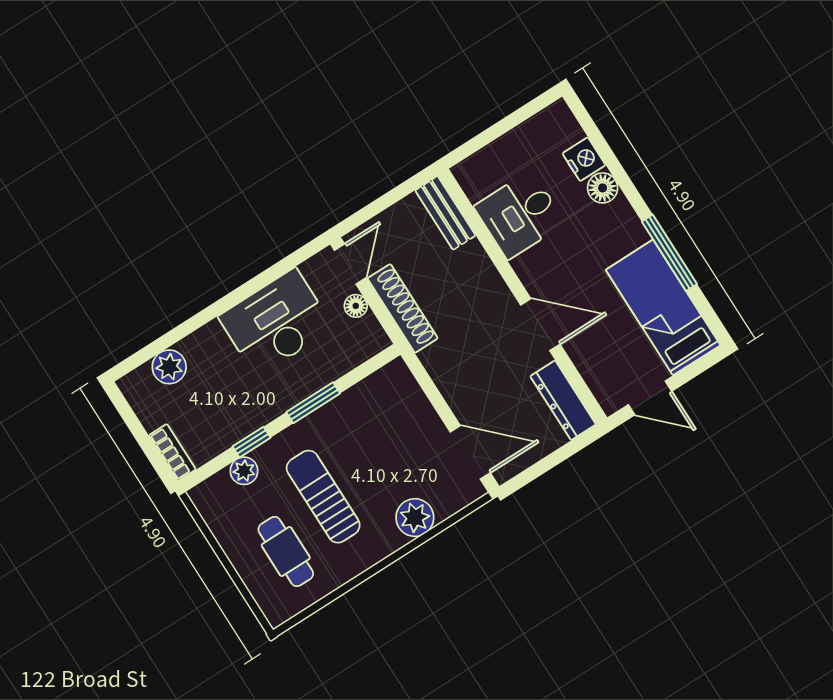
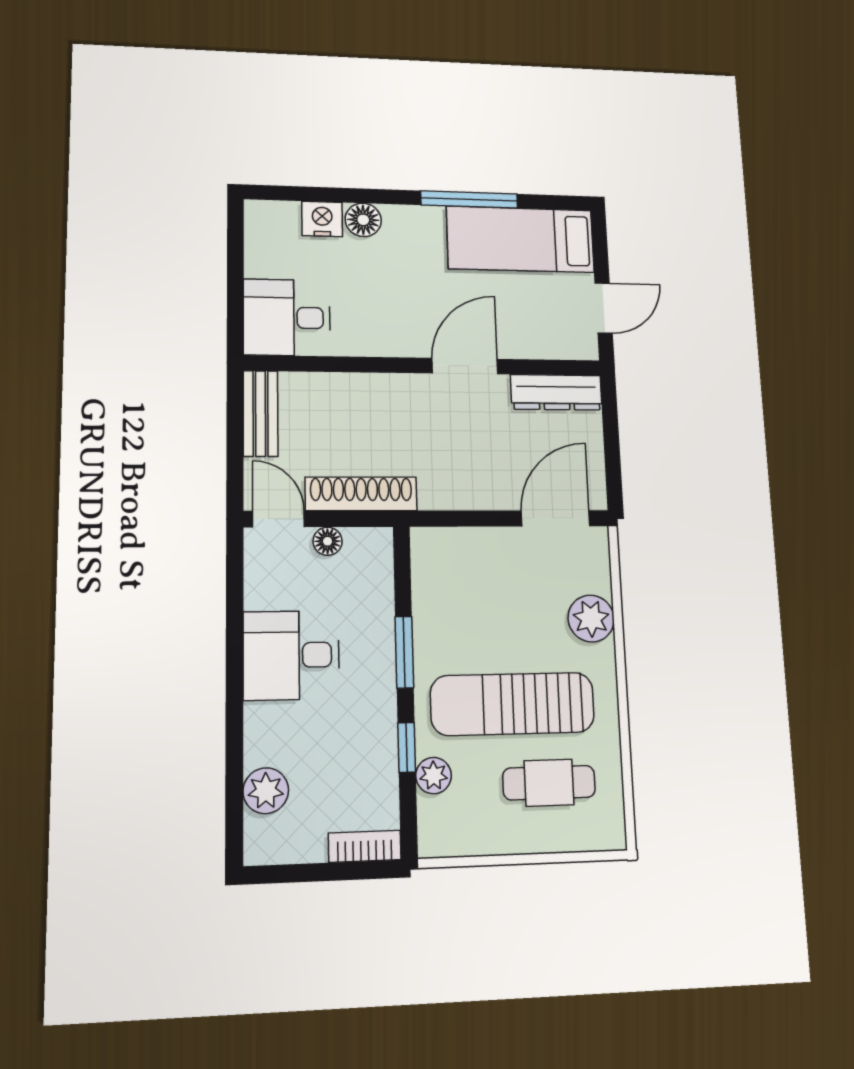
bench: (445, 213) -> (260, 413), moved, turned 90
desk: (520, 215) -> (287, 318), moved, turned 90
desk: (276, 322) -> (291, 655), width x0.73
sun lounger: (323, 497) -> (513, 704), width x1.36, depth x1.34

